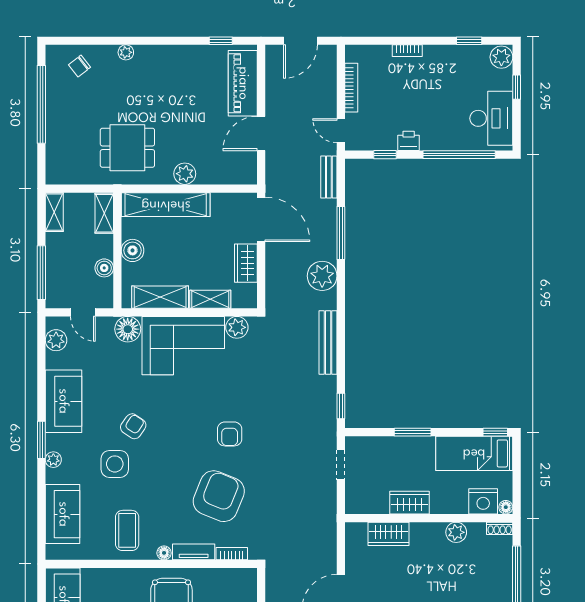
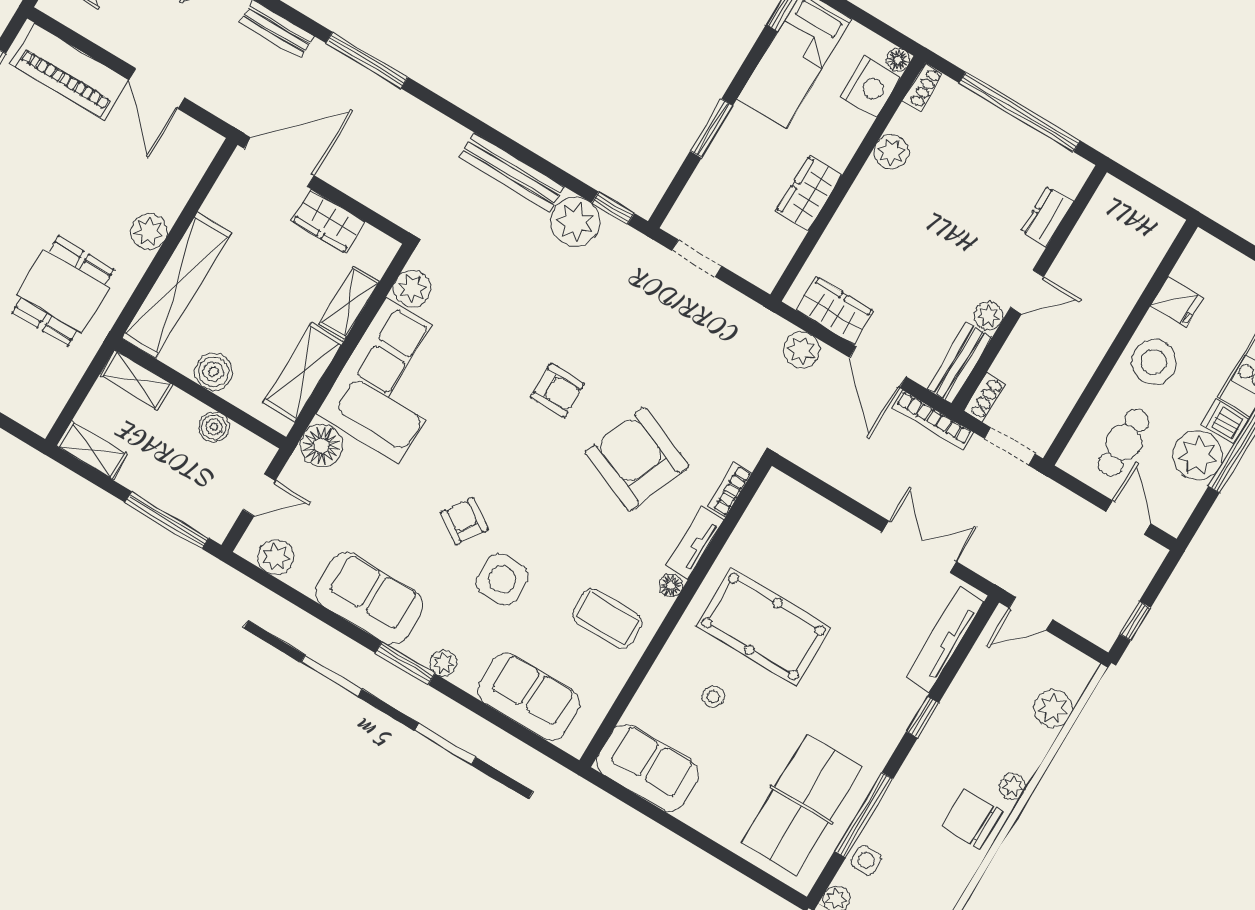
plant: (322, 276) -> (575, 222), moved
wardrobe: (388, 534) -> (835, 311), moved, turned -90
plant: (326, 547) -> (802, 350), added

